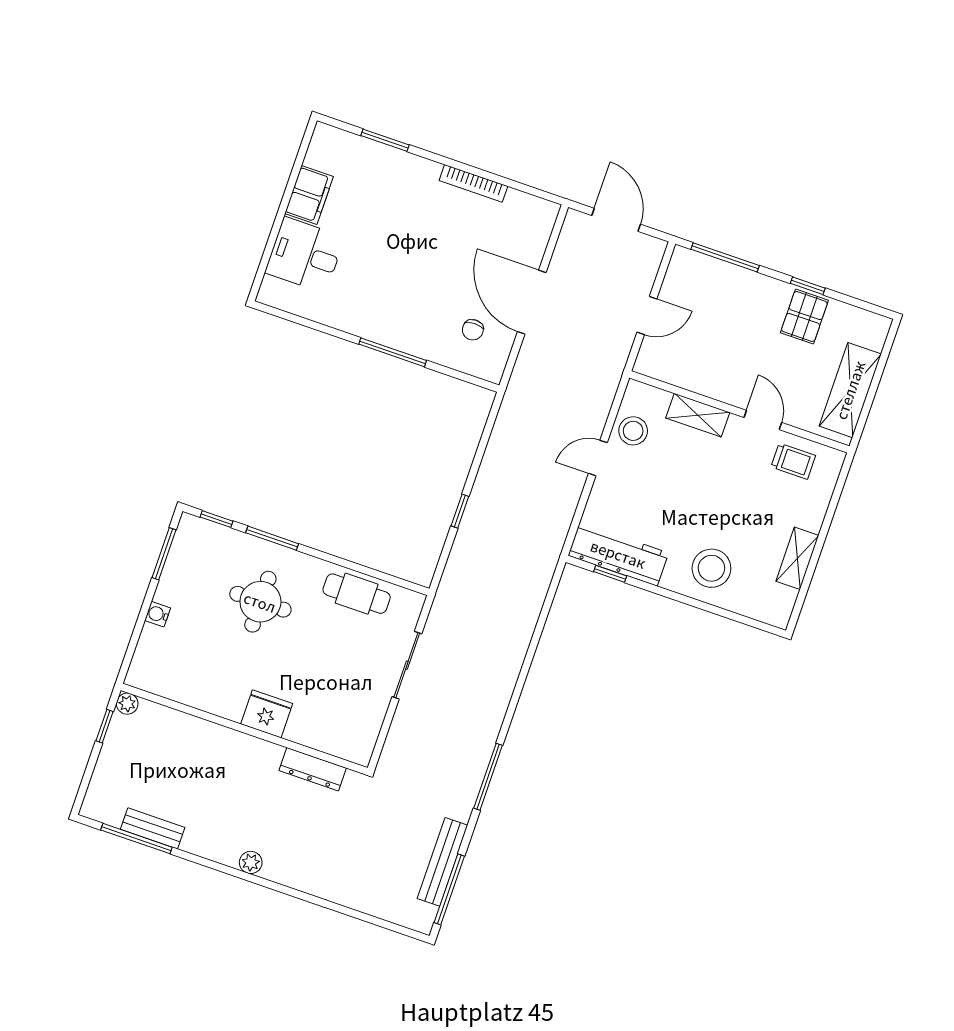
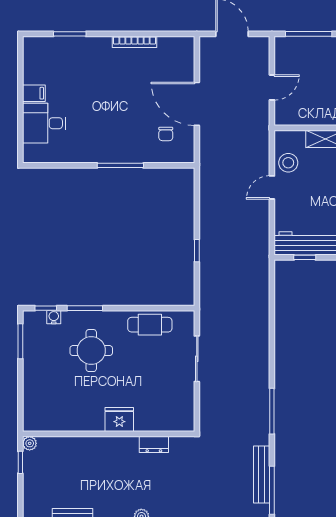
filing cabinet: (309, 195) -> (34, 93), width x0.50
water cooler: (158, 614) -> (54, 317), moved, turned 90
dresser: (313, 769) -> (154, 444), width x0.70

